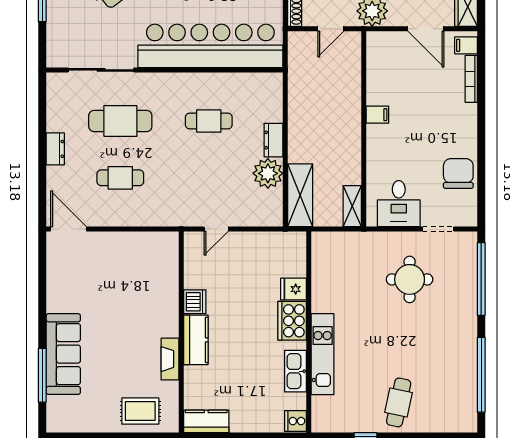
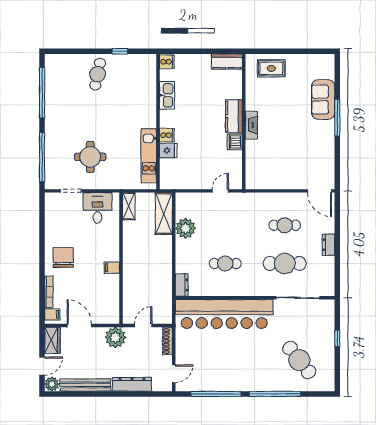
dresser: (274, 140) -> (182, 285), moved
chair: (458, 174) -> (63, 257), moved, turned 180
cooker: (292, 321) -> (167, 135), width x0.53, depth x0.76
sofa: (63, 354) -> (323, 100), width x0.73
kitchen unit: (323, 354) -> (149, 156), moved
fireplace: (170, 359) -> (251, 125), moved
window: (42, 375) -> (337, 118), moved

